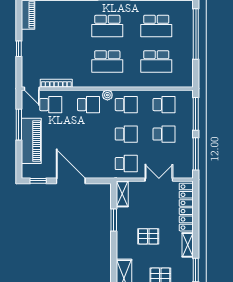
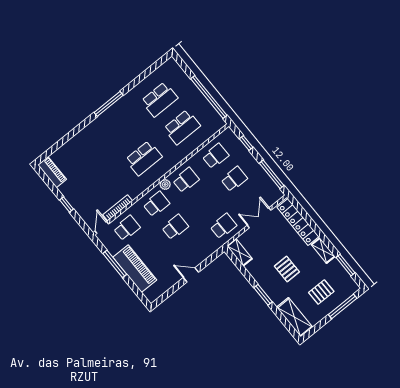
school desk: (107, 26) -> (121, 131), removed
window: (196, 34) -> (209, 97), moved
door: (32, 89) -> (102, 227), swing flipped
window: (196, 114) -> (246, 143), width x0.46
school desk: (126, 134) -> (175, 227), moved
window: (38, 181) -> (165, 296), removed
door: (71, 181) -> (191, 275), width x0.53
window: (114, 220) -> (263, 295), moved
pallet: (148, 236) -> (287, 269), turned 90

